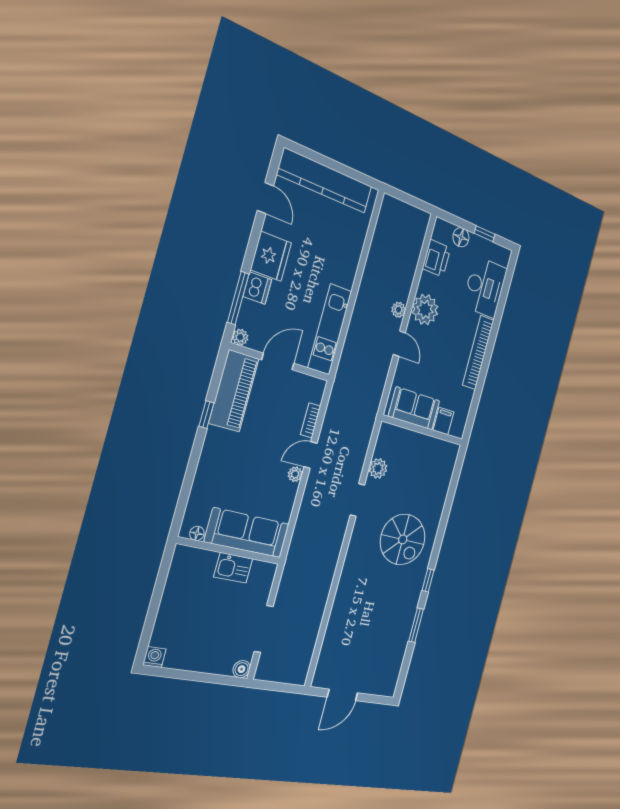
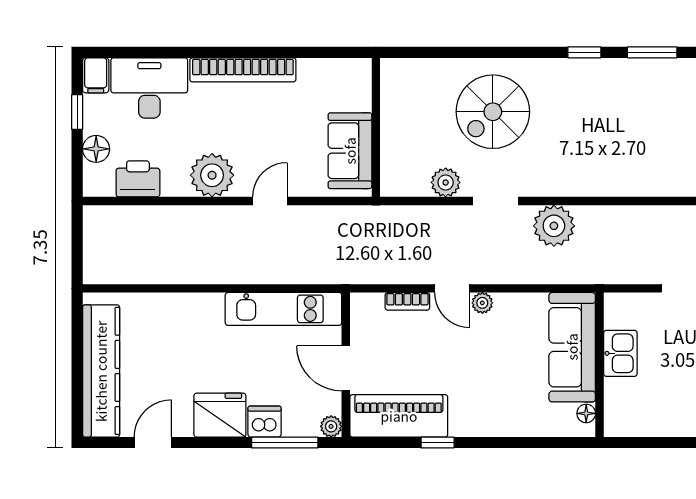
plant: (398, 310) -> (554, 226), moved, width x1.88, depth x1.88
filing cabinet: (443, 421) -> (96, 75), moved, turned -90
spiral stairs: (403, 539) -> (493, 112), moved, turned 180

